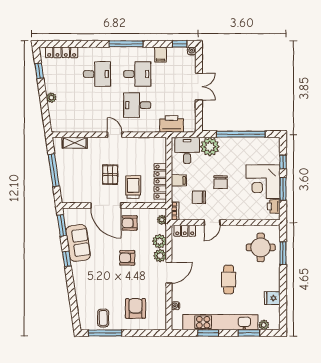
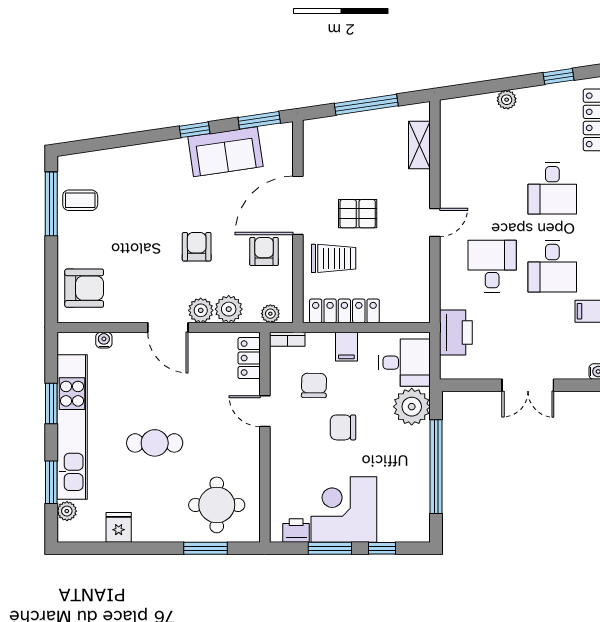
armchair: (136, 308) -> (84, 288), moved

